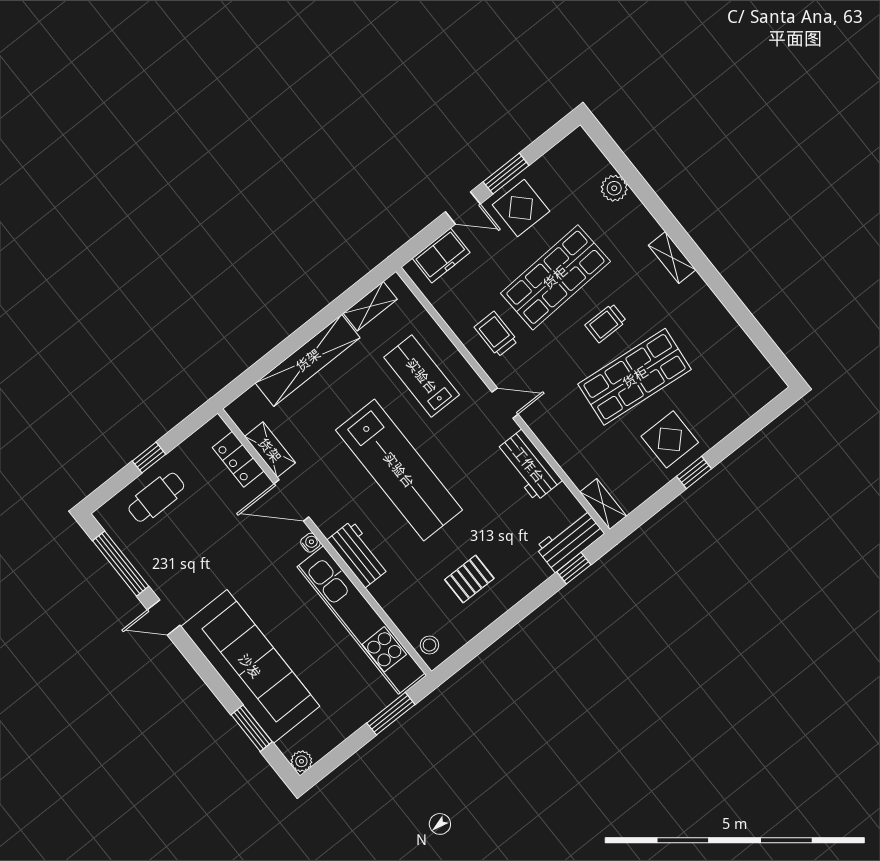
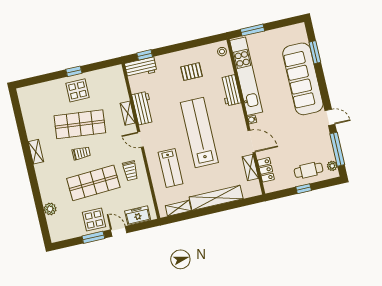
shelving: (672, 257) -> (36, 152), moved
shelving: (603, 504) -> (128, 113), moved
workbench: (358, 554) -> (230, 90), moved
plant: (301, 761) -> (332, 166), moved

